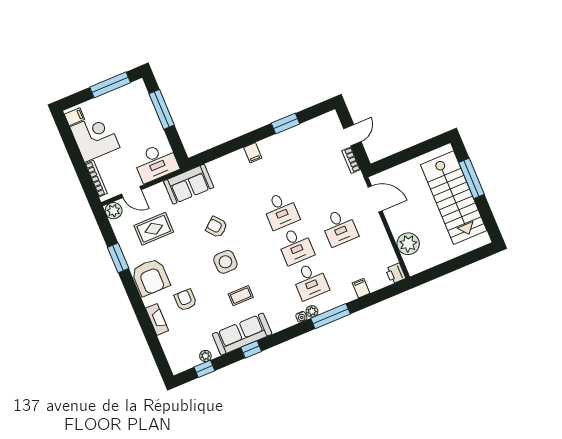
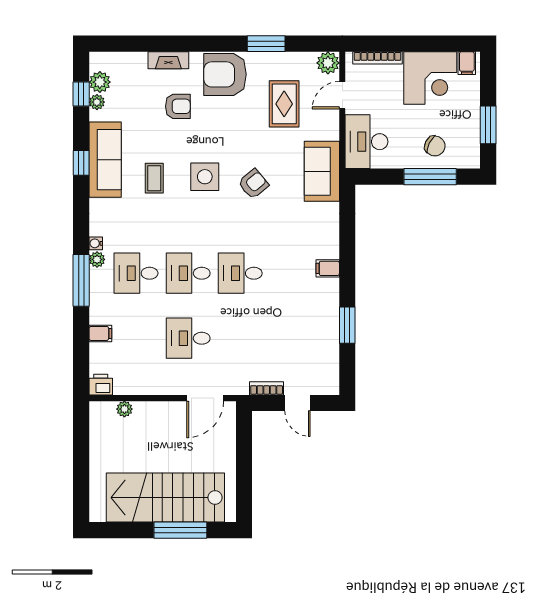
window: (110, 85) -> (488, 125), width x0.69
chair: (140, 115) -> (435, 146), added
plant: (408, 244) -> (124, 409), width x0.53, depth x0.53
plant: (191, 360) -> (100, 82), added

